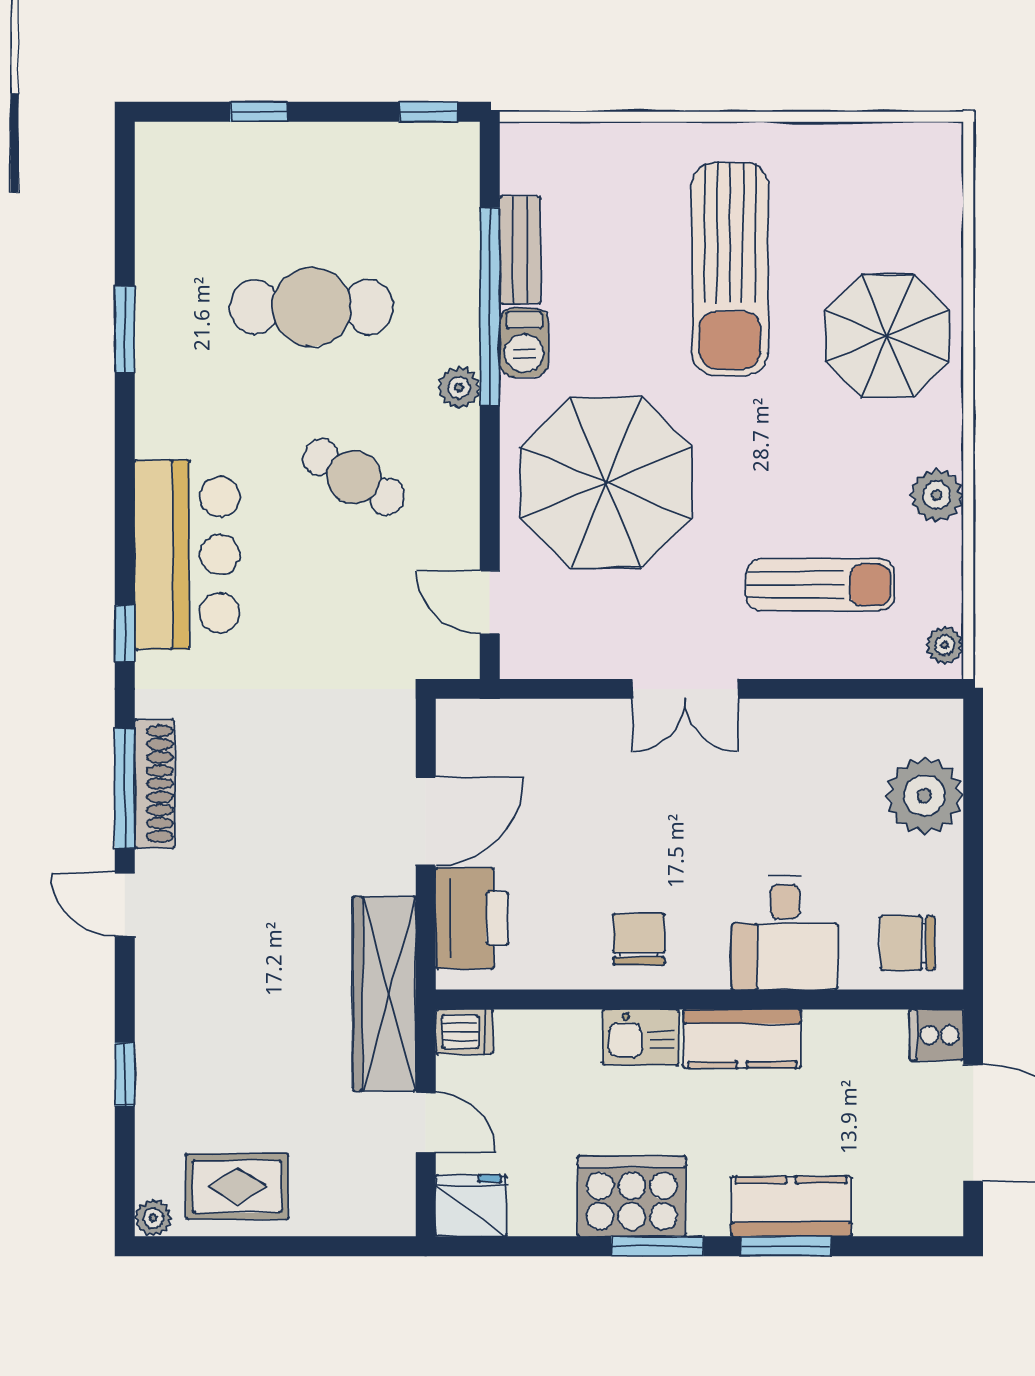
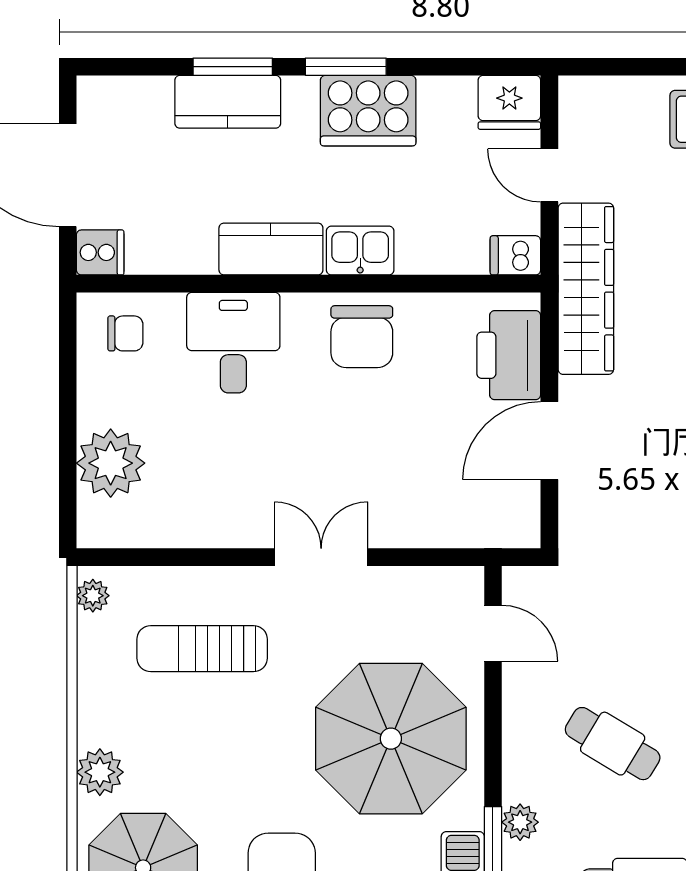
plant: (937, 495) -> (100, 772), moved
chair: (639, 939) -> (362, 337), width x1.37, depth x1.37
chair: (908, 943) -> (125, 333), width x0.73, depth x0.73

